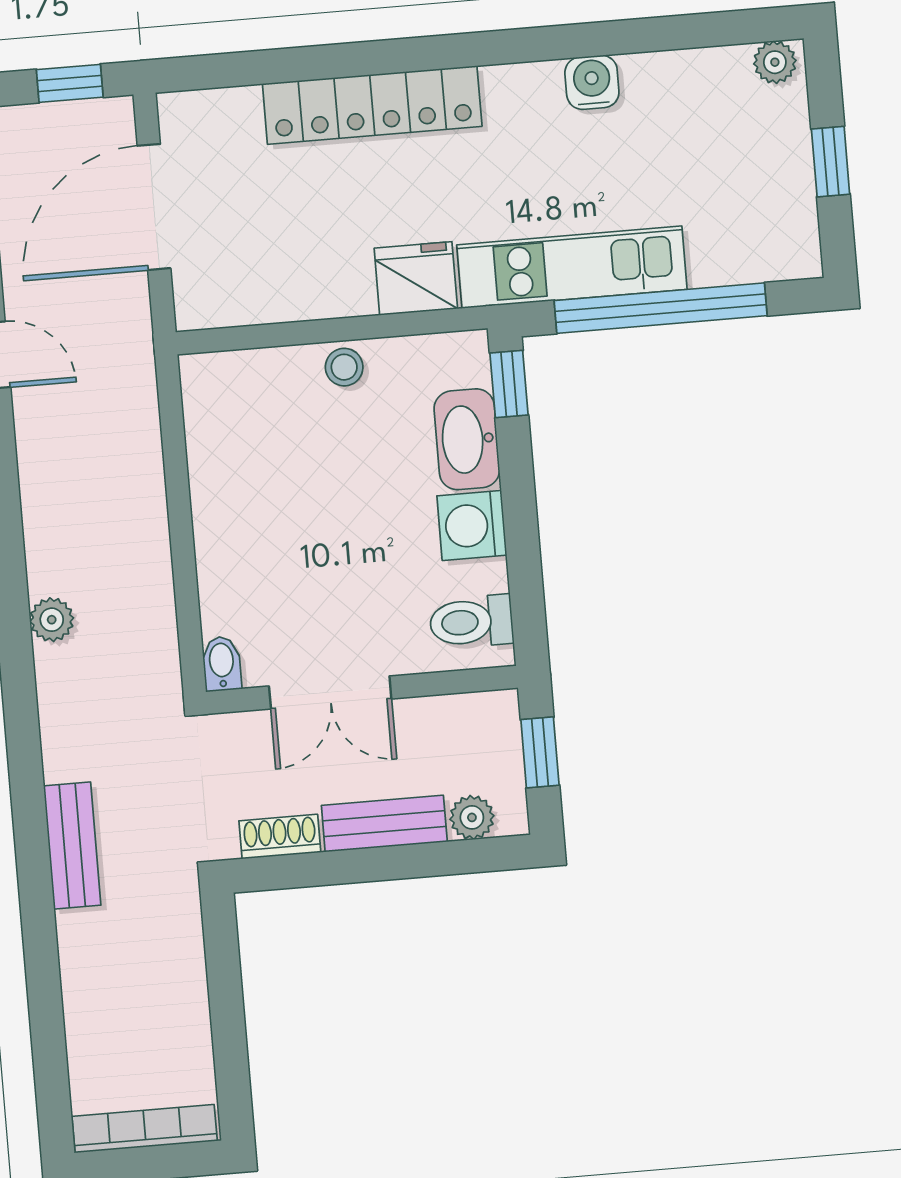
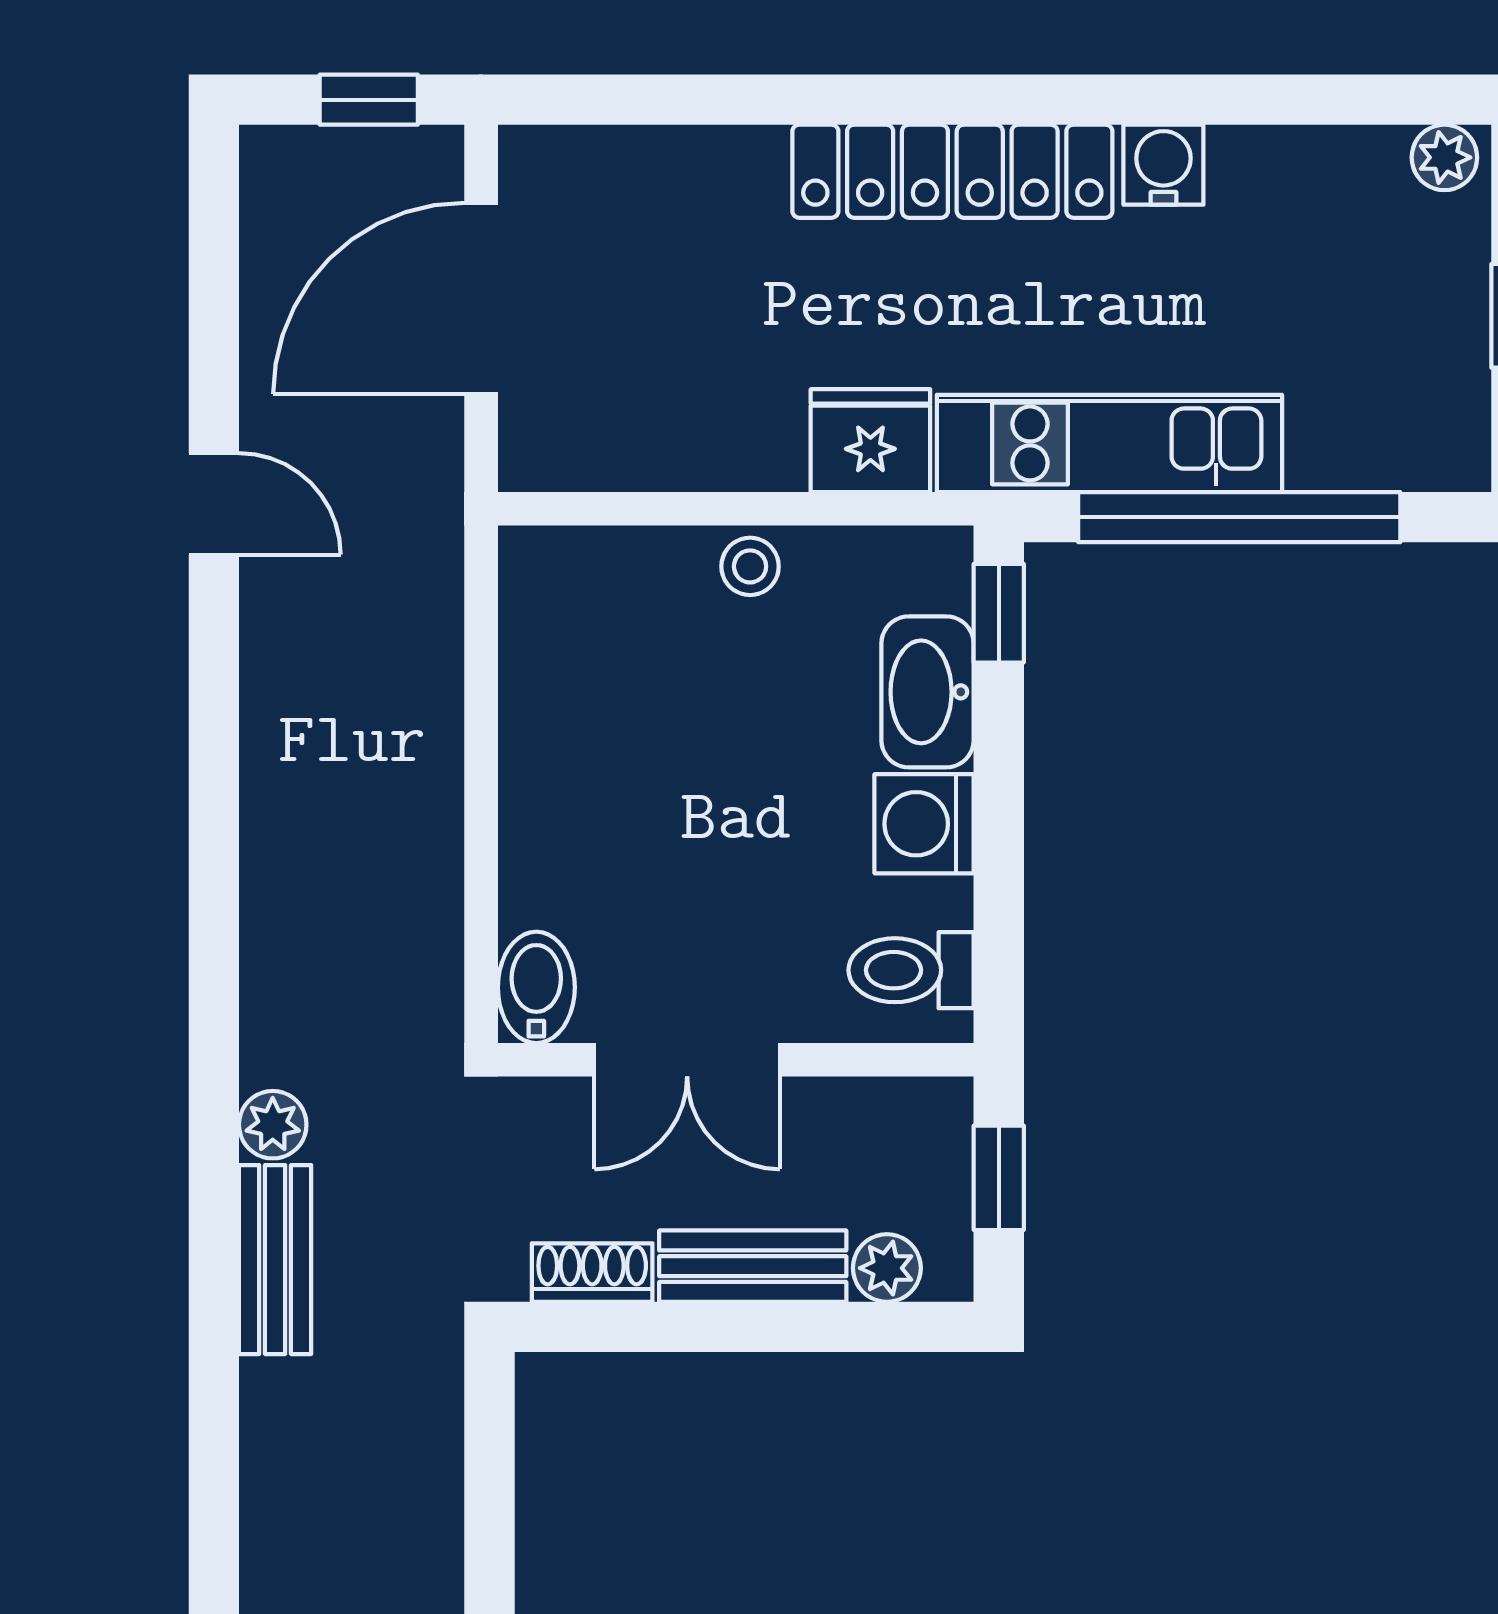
locker: (372, 105) -> (952, 171), moved
plant: (52, 620) -> (273, 1125), moved
bidet: (222, 664) -> (536, 987), width x1.38, depth x1.36

